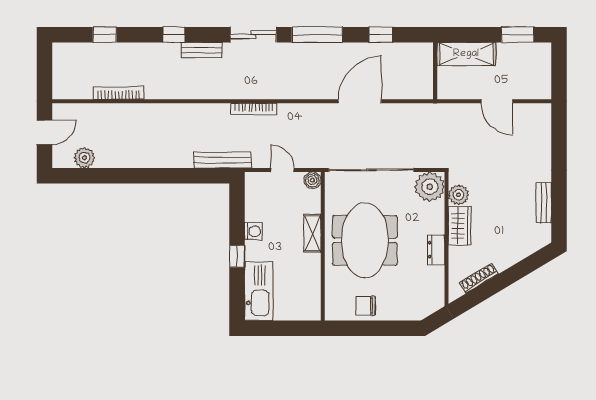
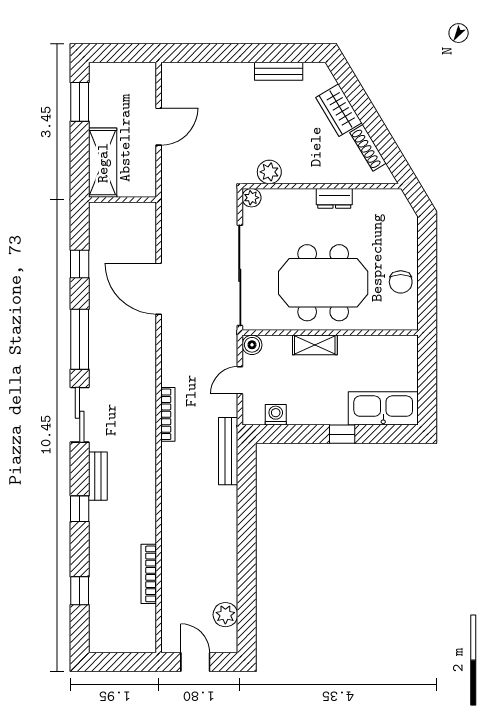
plant: (430, 187) -> (251, 198), width x0.53, depth x0.53
wardrobe: (460, 226) -> (339, 110), moved, turned -121
washing machine: (253, 231) -> (276, 415), moved

